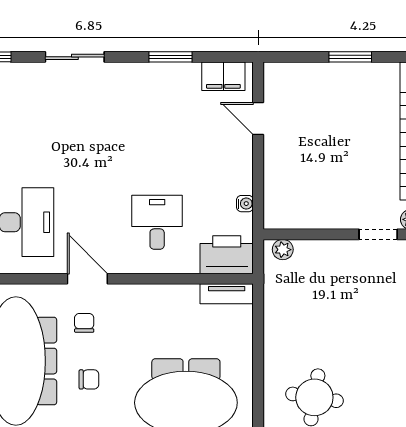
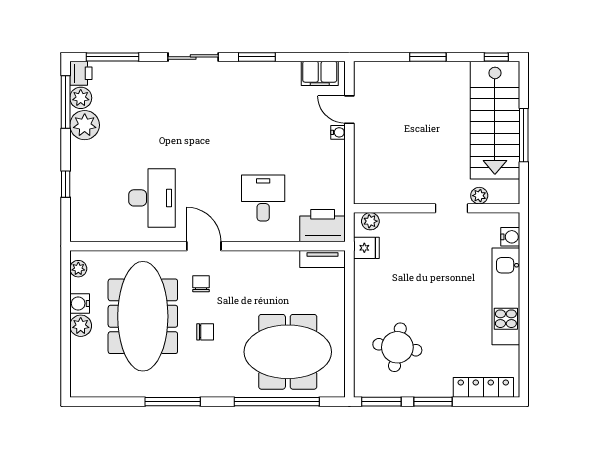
window: (171, 57) -> (257, 57), moved
water cooler: (245, 204) -> (338, 132), moved
fridge: (278, 281) -> (366, 248), added

